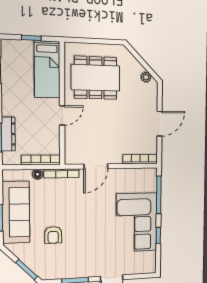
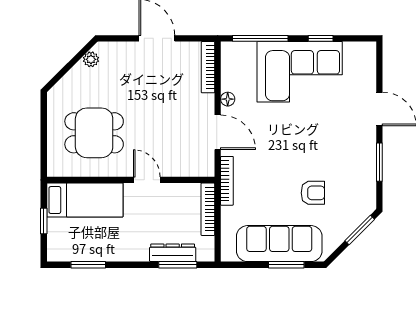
dining table: (96, 78) -> (94, 133), width x0.73
floor lamp: (38, 174) -> (228, 99), moved

